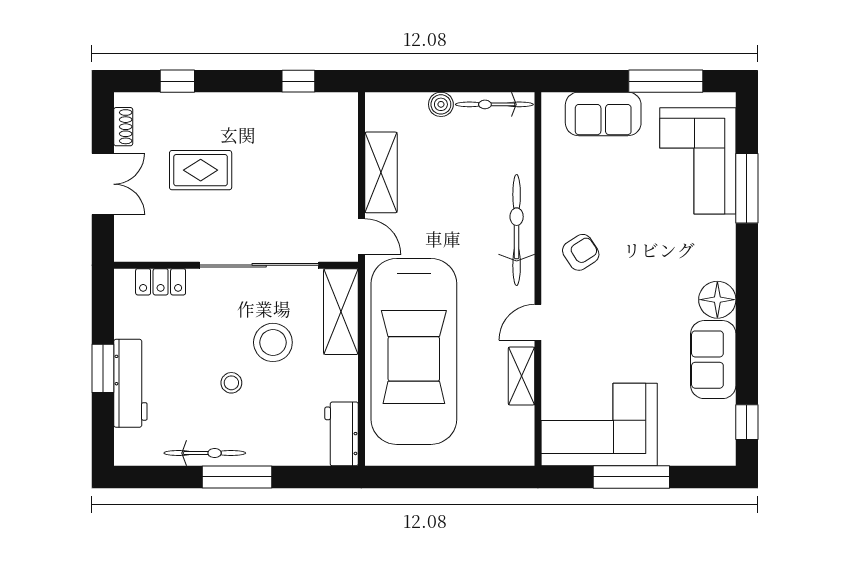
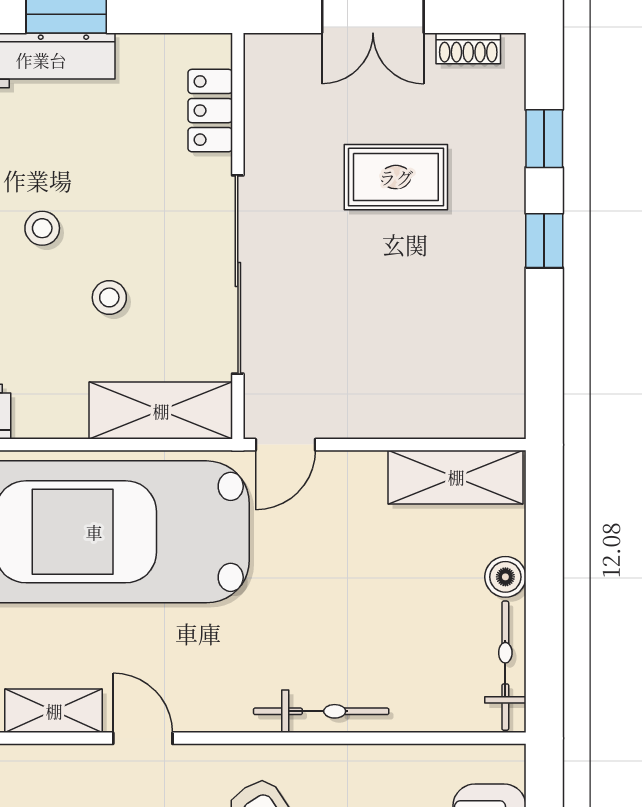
window: (298, 81) -> (544, 241), moved
rug: (201, 170) -> (396, 177), turned 90
shelving: (381, 172) -> (456, 477), moved
bicycle: (517, 230) -> (321, 711), width x0.73, depth x0.71
stool: (273, 342) -> (109, 297), width x0.53, depth x0.53

